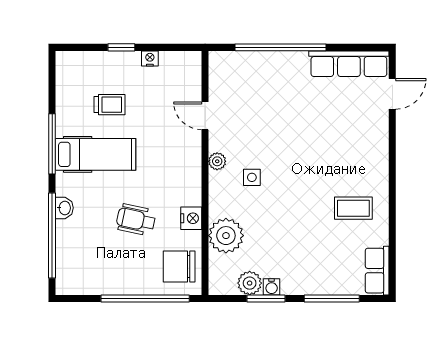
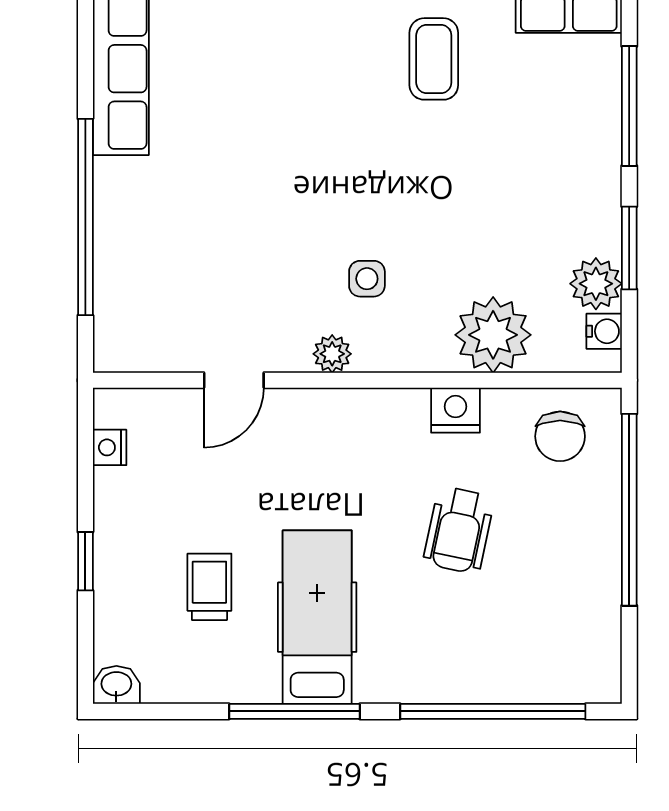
nightstand: (150, 59) -> (110, 447), moved
washbasin: (64, 208) -> (116, 685), moved
chair: (179, 267) -> (560, 436), width x0.73, depth x0.73
water cooler: (272, 287) -> (604, 331), moved

